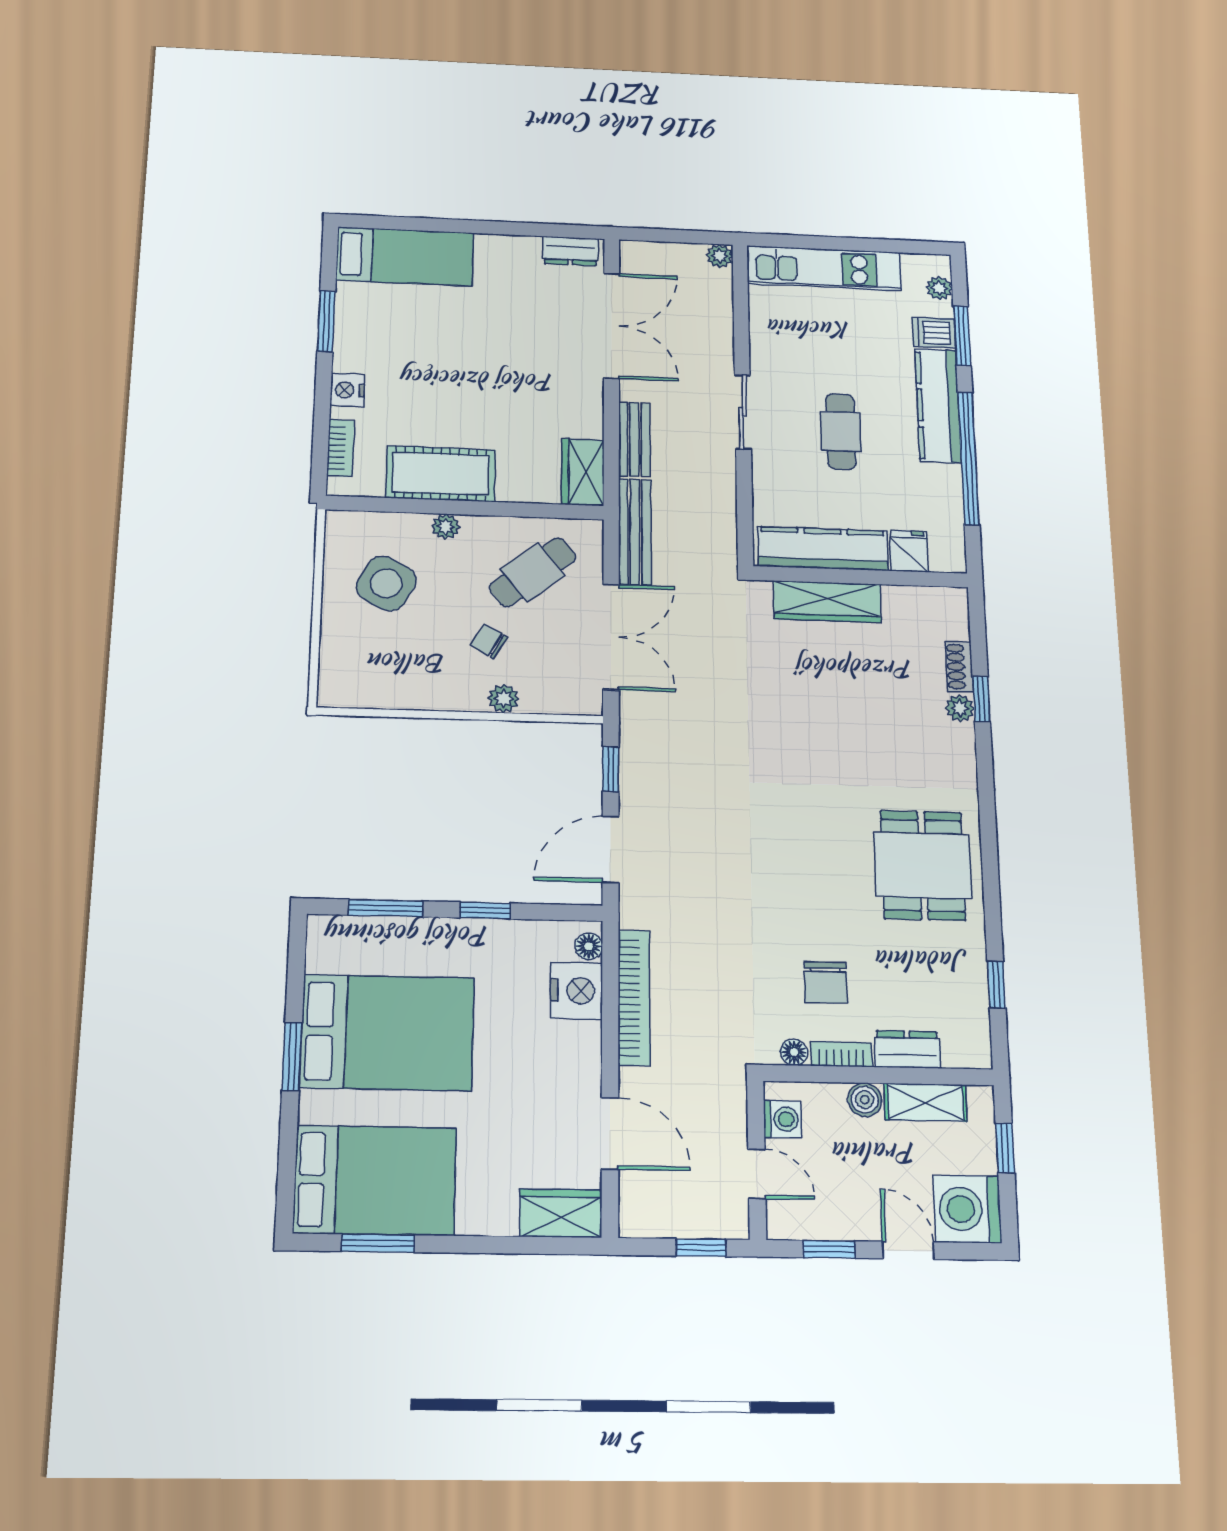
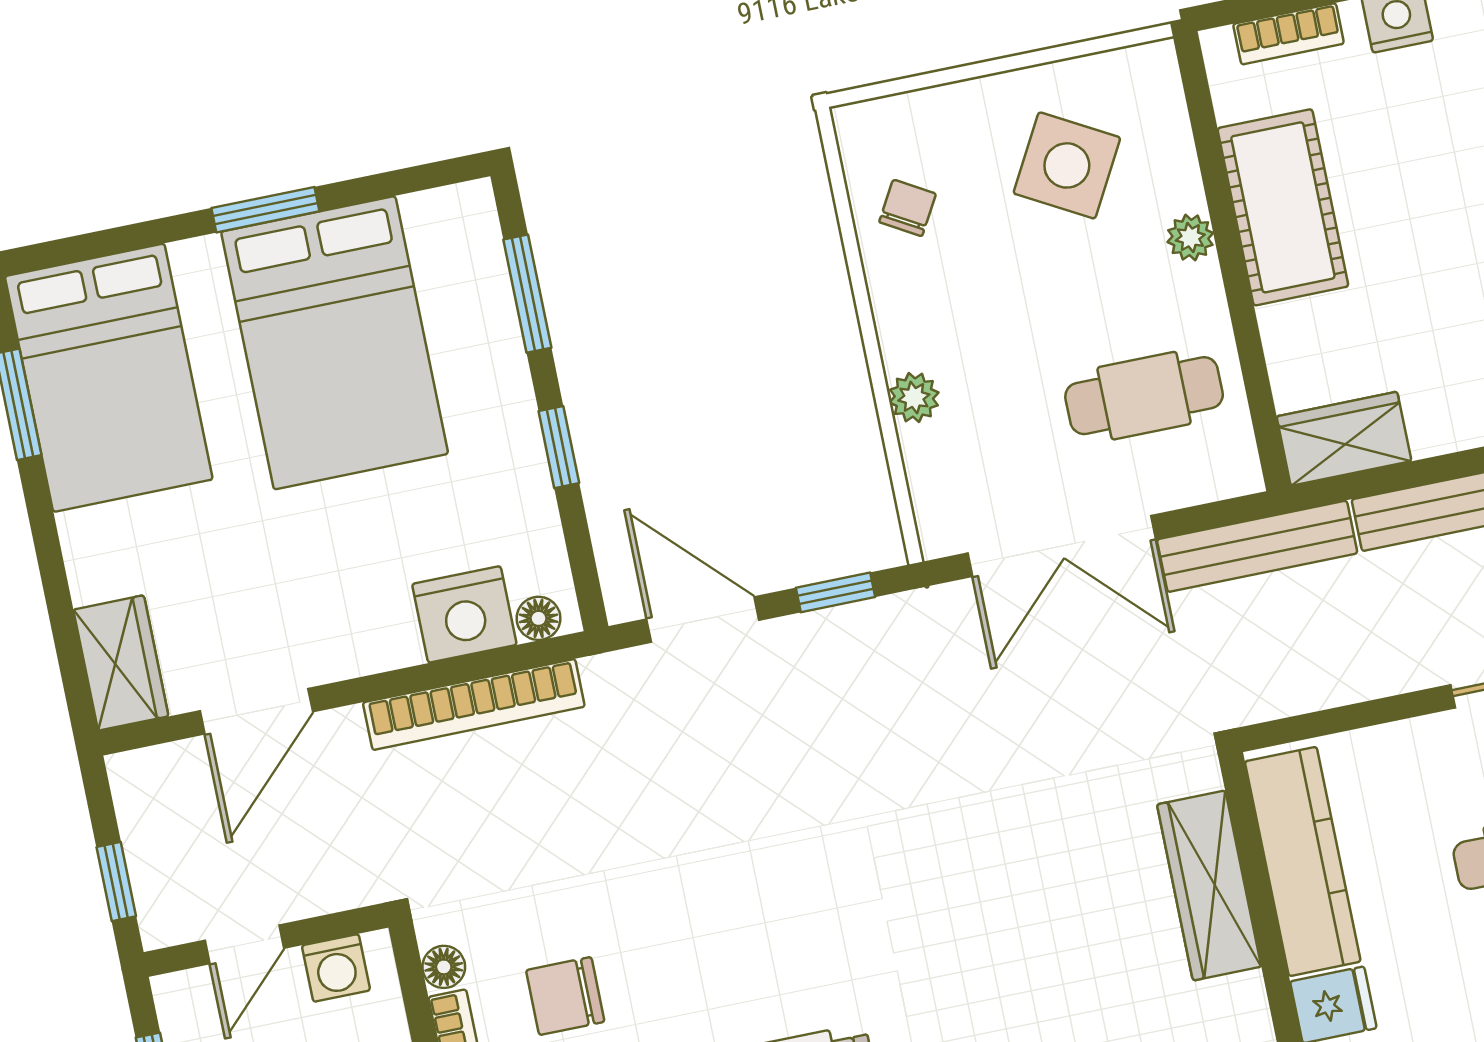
cafe table: (533, 572) -> (1144, 396), turned -51
chair: (489, 641) -> (908, 208), moved

